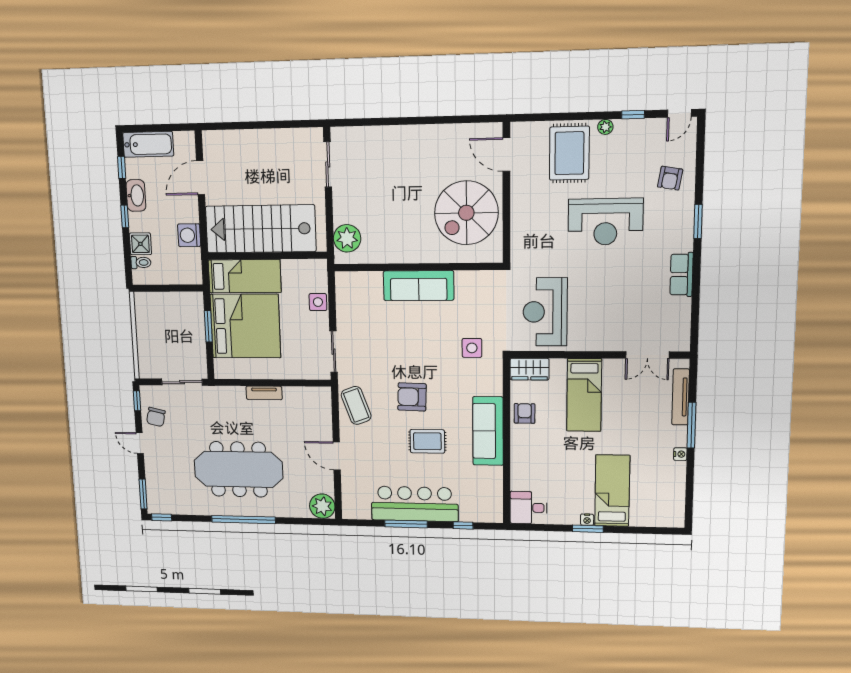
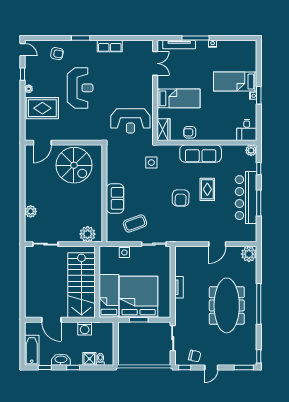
plant: (384, 136) -> (31, 211), added
sofa: (419, 286) -> (115, 198), width x0.73
coffee table: (356, 405) -> (135, 223), moved
plant: (494, 514) -> (251, 150), added

